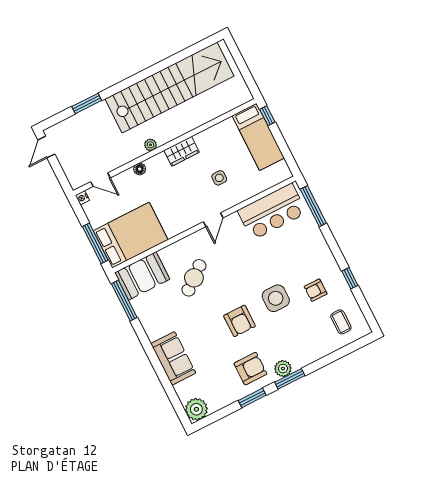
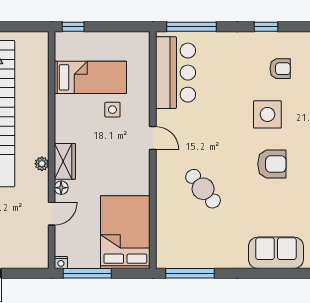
bed: (258, 137) -> (90, 77), moved
wardrobe: (182, 151) -> (65, 161), moved
door: (100, 180) -> (52, 214), moved
window: (95, 243) -> (87, 273), moved
booth: (142, 276) -> (174, 241), removed
window: (350, 278) -> (266, 27), moved
armchair: (316, 290) -> (280, 69), turned -90

